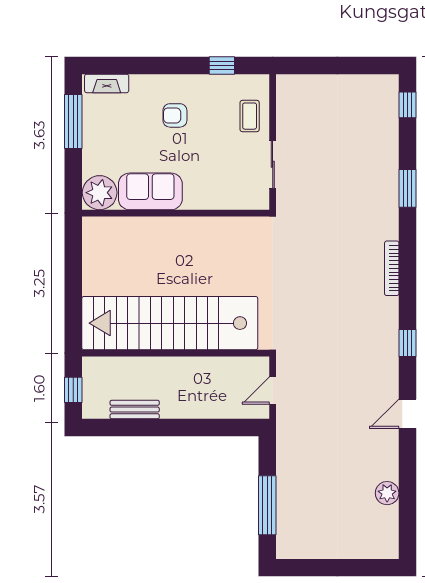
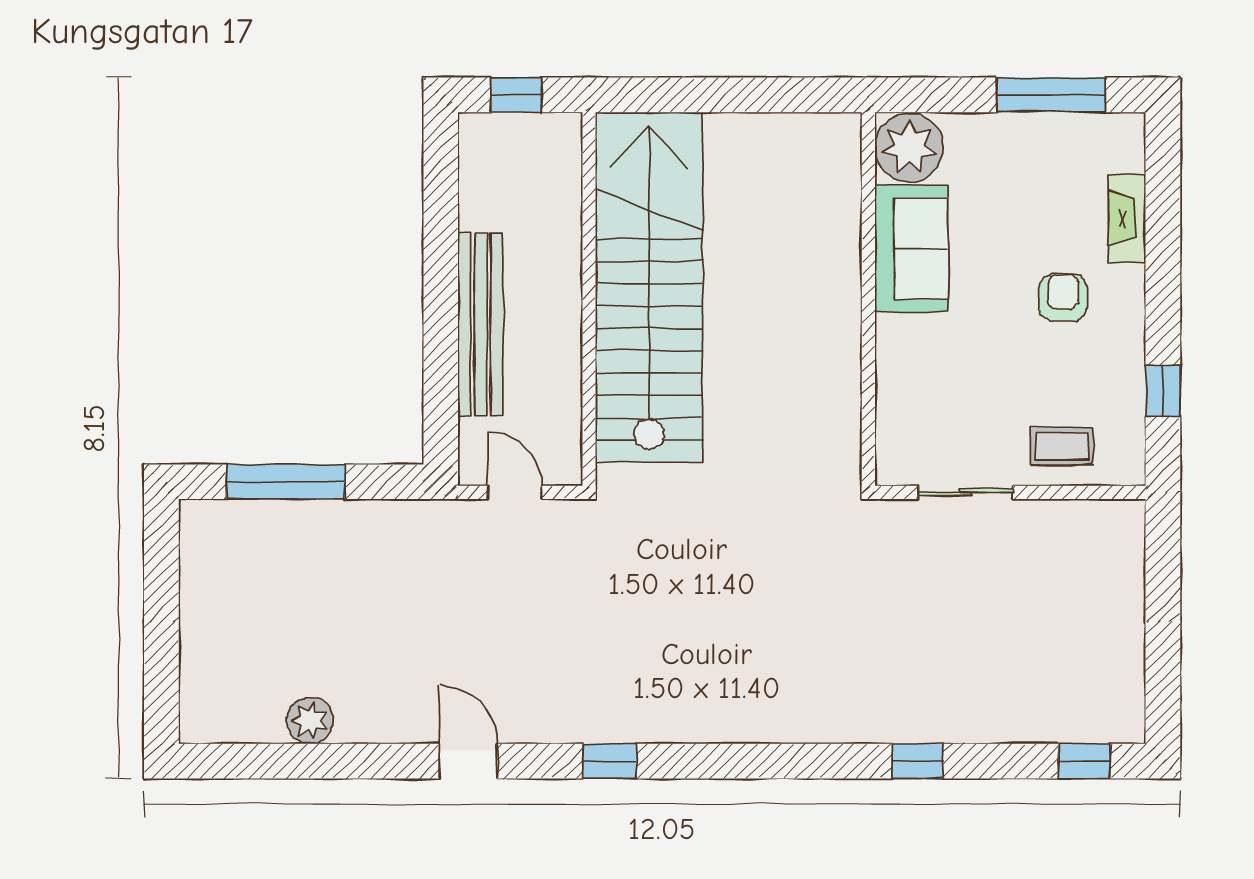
fireplace: (107, 83) -> (1127, 218), moved
window: (407, 188) -> (918, 761), width x0.67
bookcase: (392, 268) -> (758, 730), removed
bench: (135, 410) -> (481, 324), moved, width x1.86, depth x1.21

